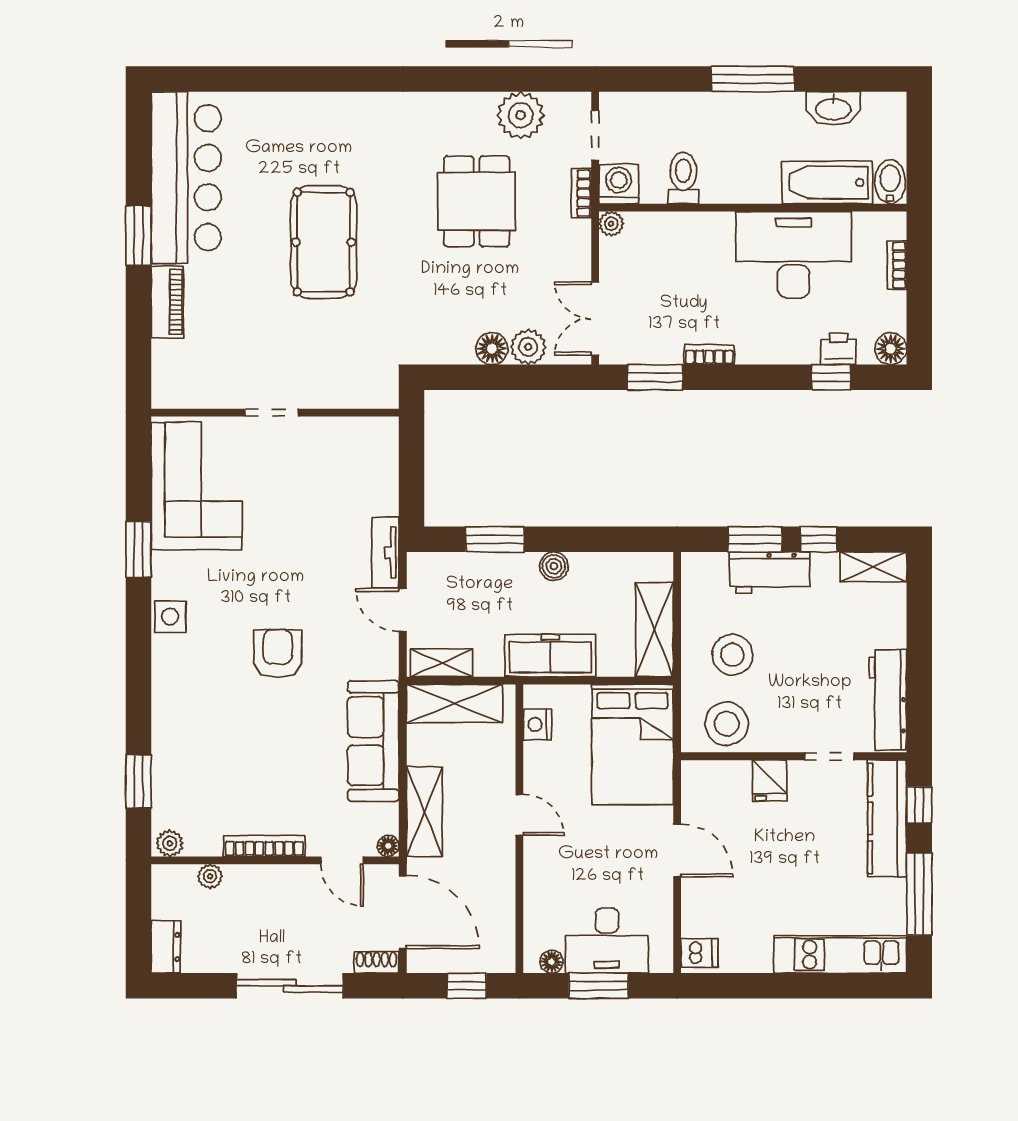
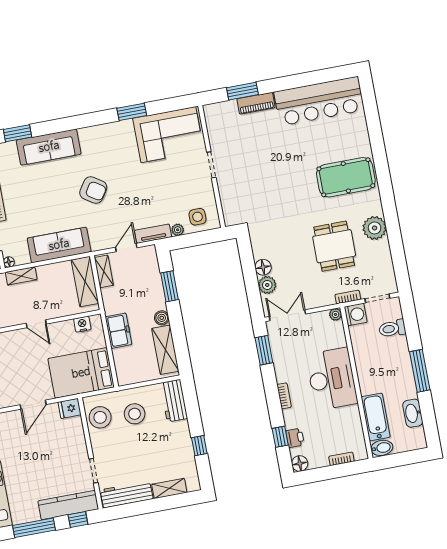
plant: (521, 115) -> (375, 228), moved
toilet: (683, 178) -> (392, 328), moved, turned 180
dining table: (477, 201) -> (334, 246), turned 90
window: (139, 236) -> (242, 91), moved
pool table: (324, 242) -> (346, 177), moved
desk: (794, 255) -> (332, 379), moved
bookcase: (709, 355) -> (284, 396), moved
plant: (387, 502) -> (178, 230), added
window: (755, 539) -> (193, 414), removed
shelving: (873, 567) -> (169, 488), moved, turned 90
workbench: (769, 573) -> (174, 401), moved
side table: (170, 617) -> (197, 217), moved
shelving: (654, 630) -> (165, 350), moved, turned 90
armchair: (278, 654) -> (93, 190), turned 33
freezer: (550, 656) -> (119, 331), width x0.71
sofa: (177, 725) -> (49, 147), added
fridge: (770, 780) -> (70, 408), moved
shelving: (424, 812) -> (21, 276), width x0.67, depth x0.75
door: (519, 815) -> (36, 324), hinge flipped

